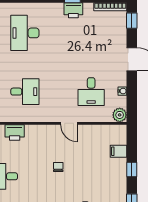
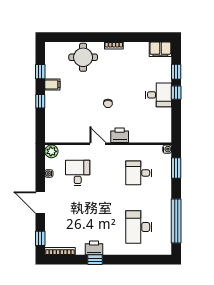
desk: (25, 33) -> (139, 227), turned 180
printer: (15, 132) -> (120, 135), moved
filing cabinet: (119, 151) -> (52, 84), moved

